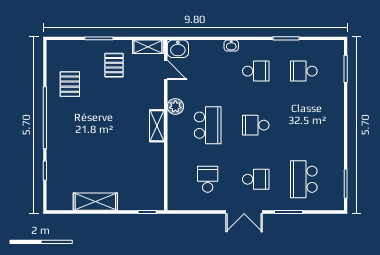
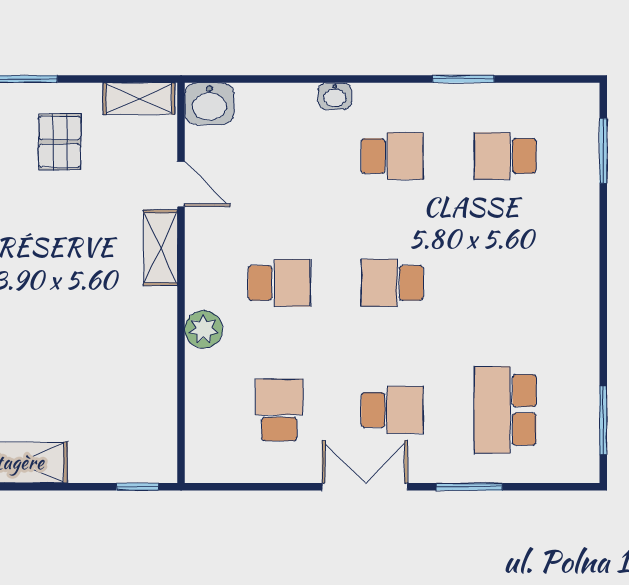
door: (166, 70) -> (181, 184), moved
plant: (175, 106) -> (204, 329), moved
school desk: (208, 125) -> (279, 283), width x0.54
shelving: (157, 126) -> (160, 248), moved
double door: (244, 212) -> (365, 487), swing flipped

